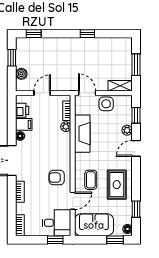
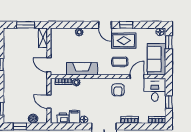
door: (87, 93) -> (49, 65), hinge flipped
side table: (106, 104) -> (58, 49), removed
window: (136, 115) -> (67, 25), removed
door: (136, 148) -> (105, 25), moved
door: (73, 201) -> (137, 77), hinge flipped
window: (136, 209) -> (126, 25), moved
window: (55, 240) -> (169, 102), moved

